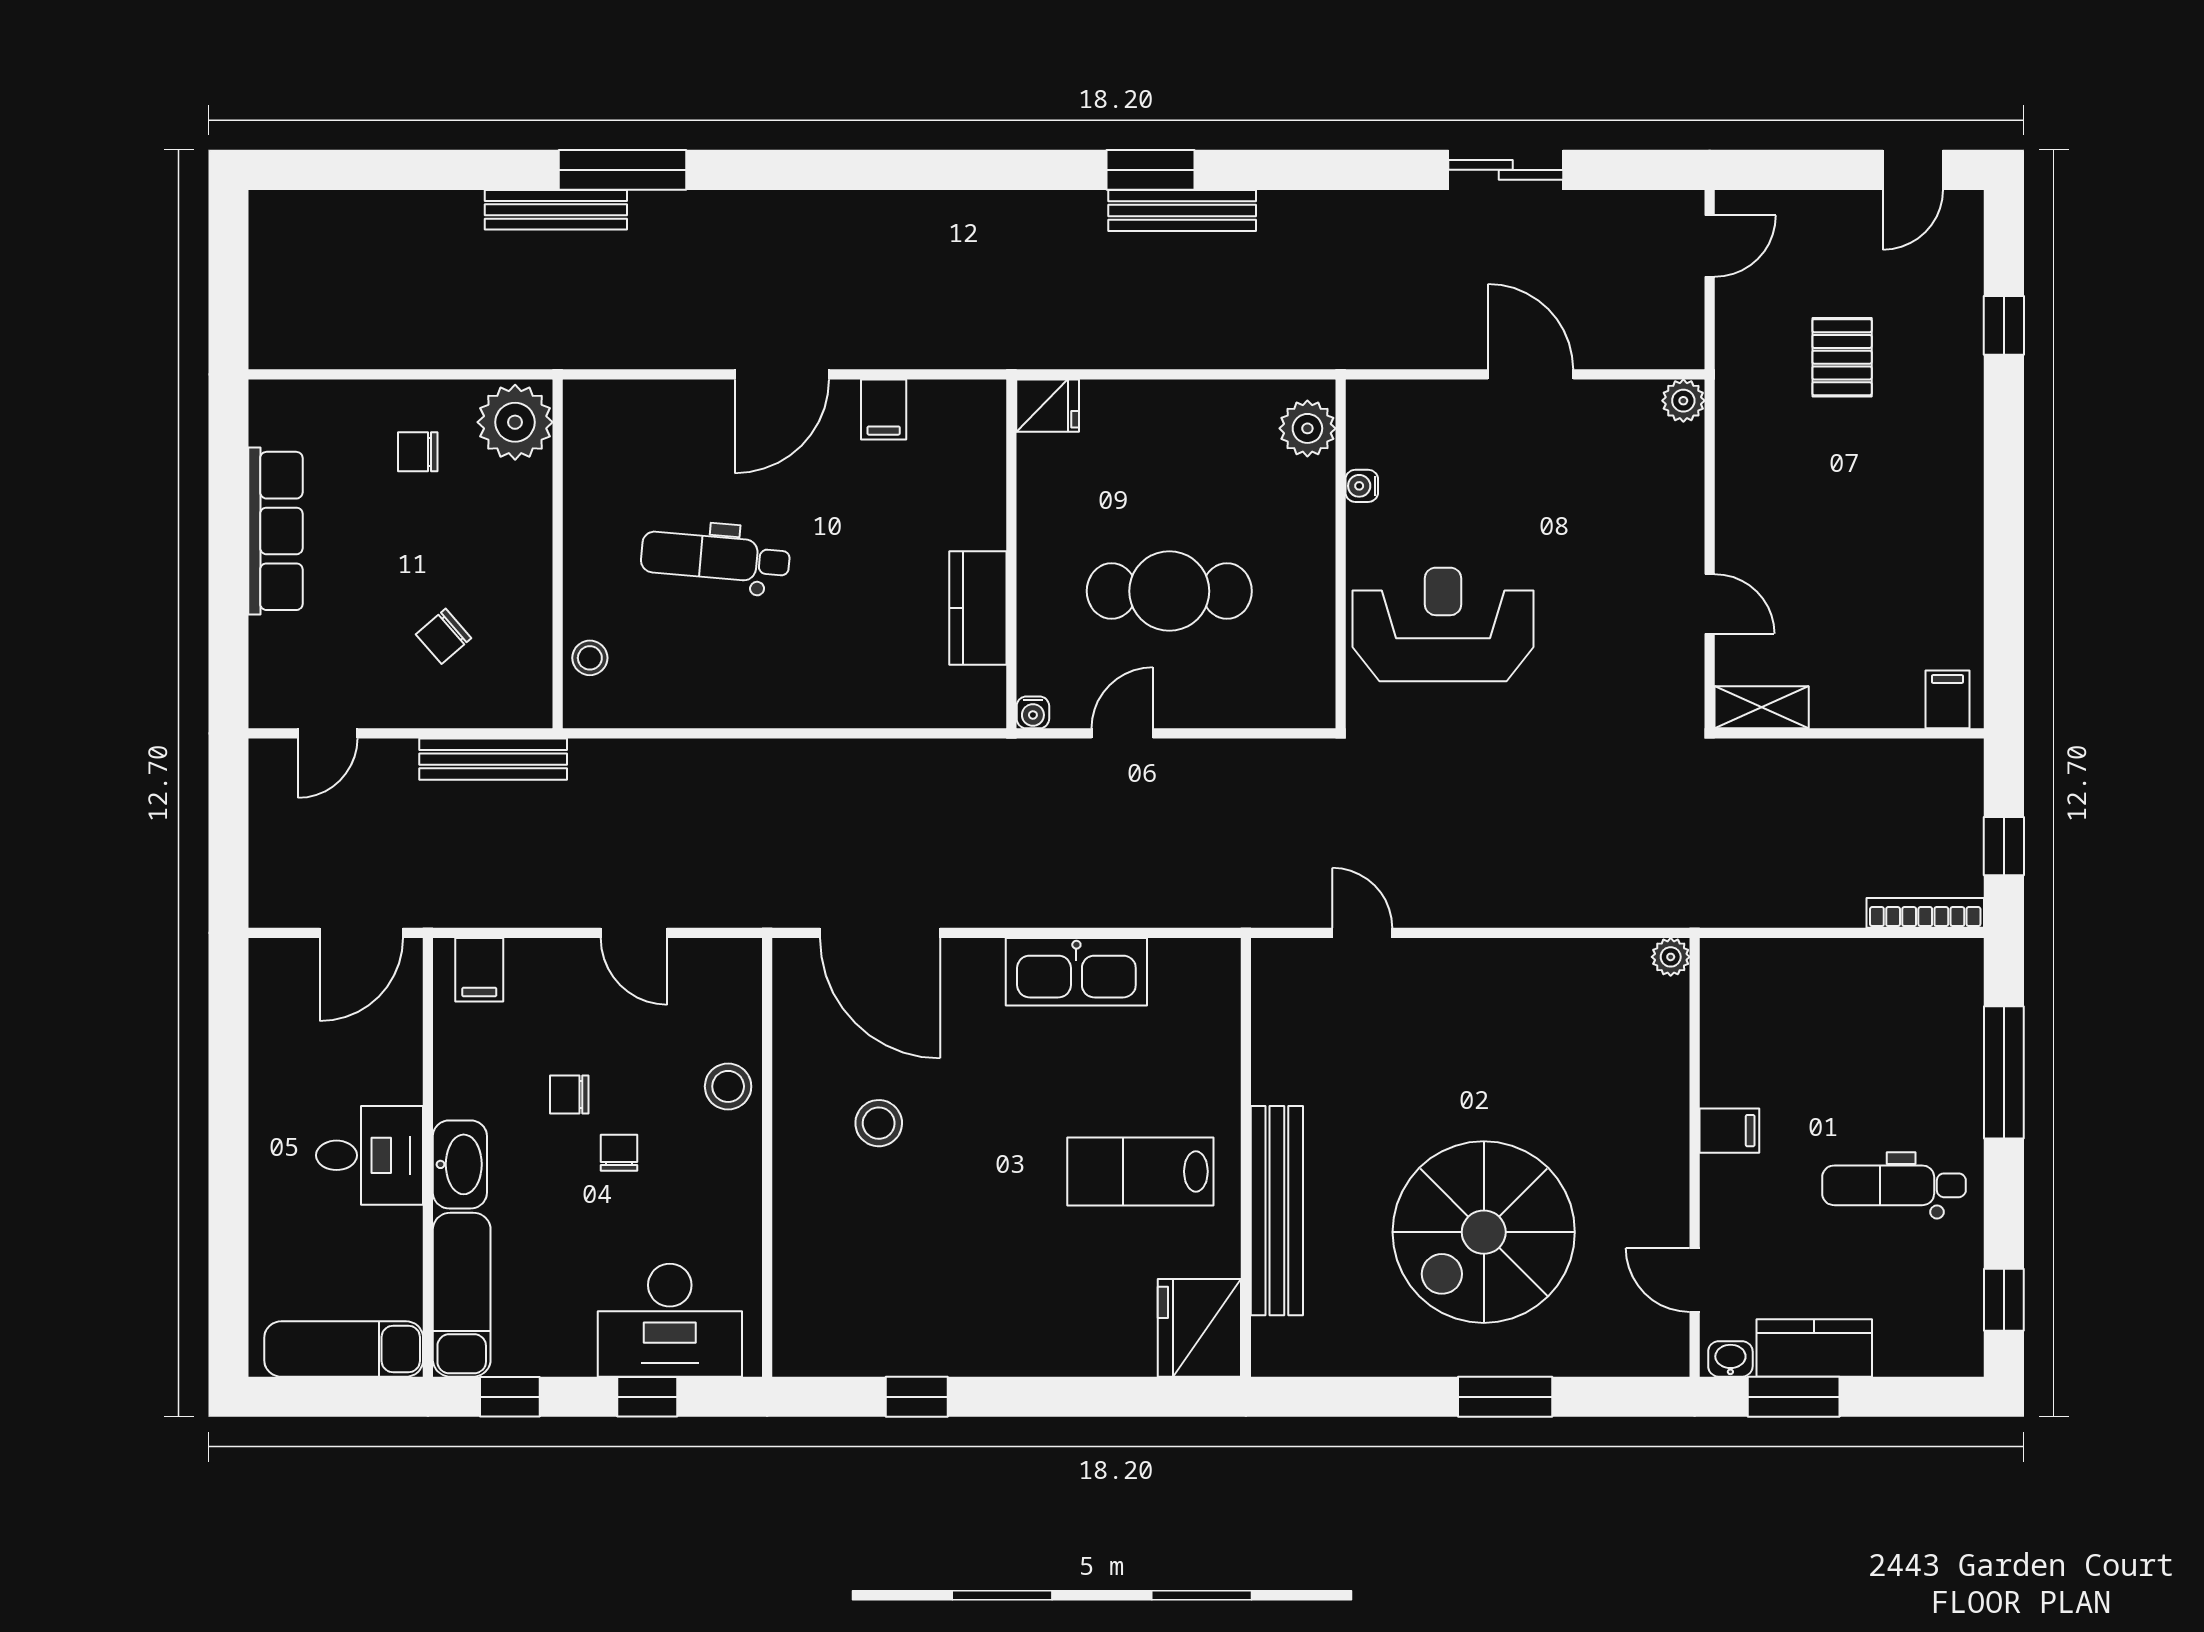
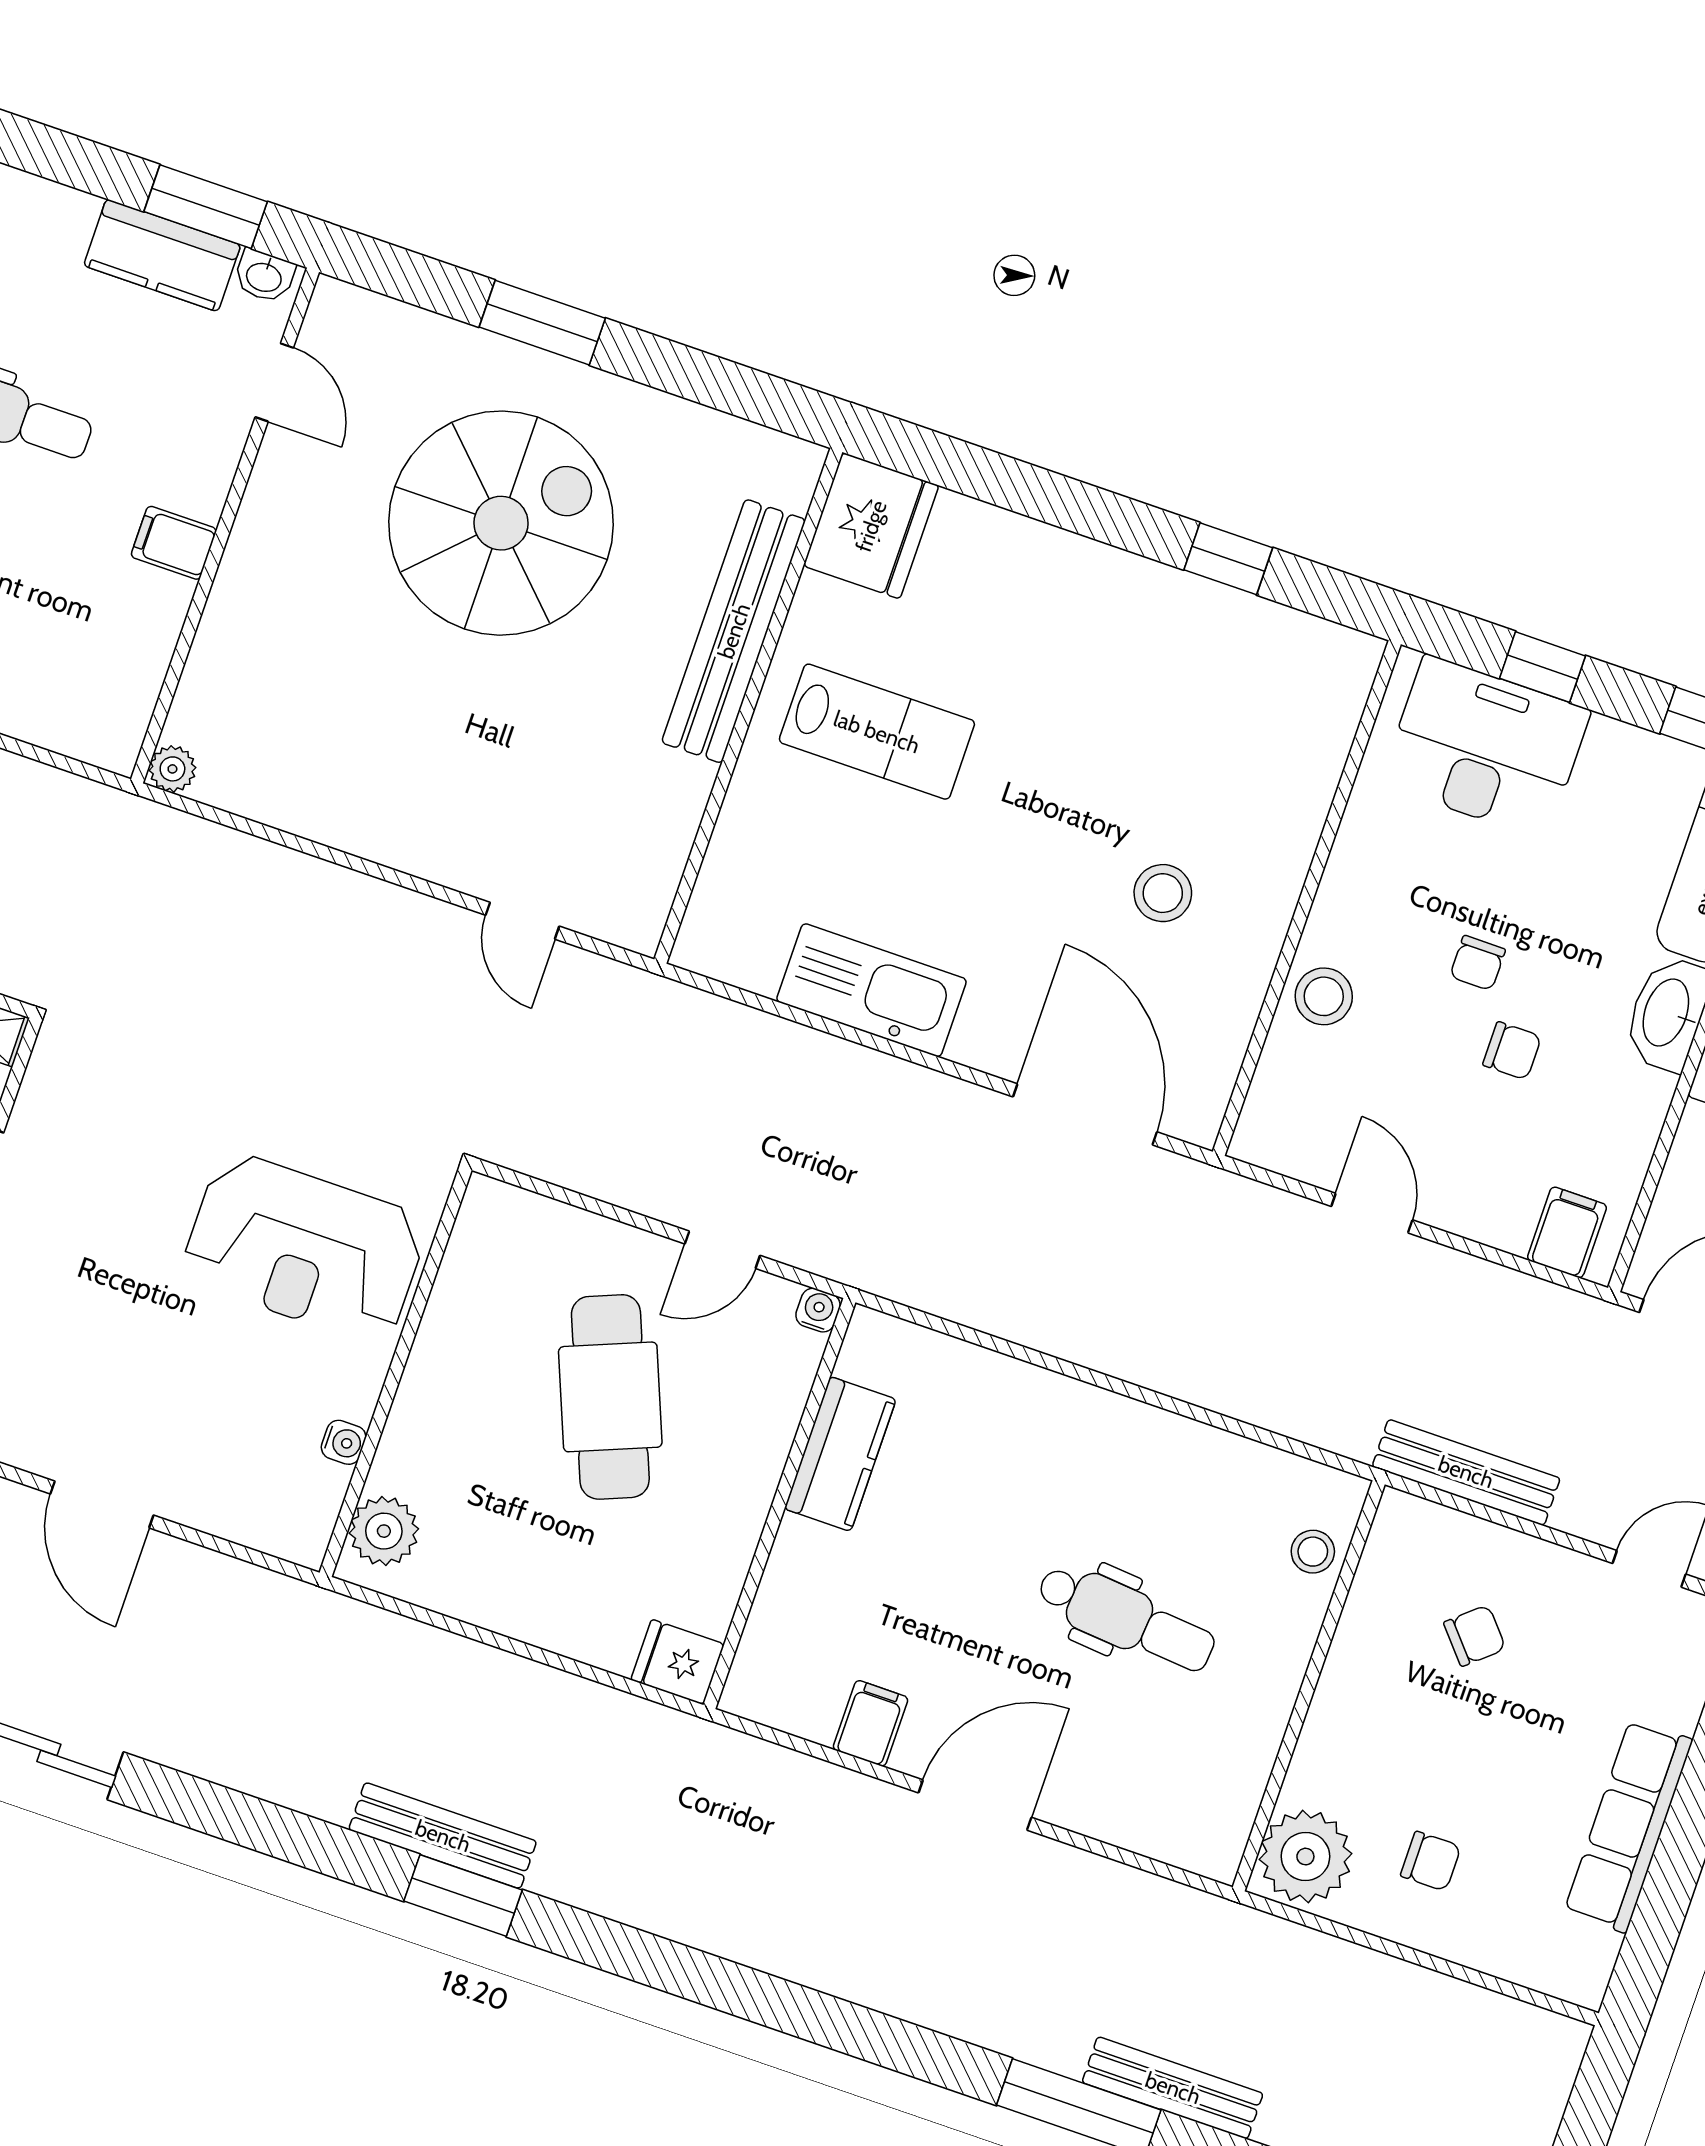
cafe table: (1169, 591) -> (610, 1397), turned 68

